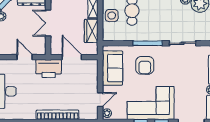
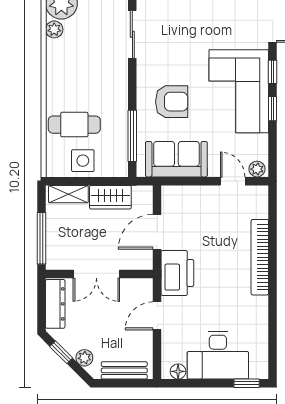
window: (148, 43) -> (132, 136), moved

